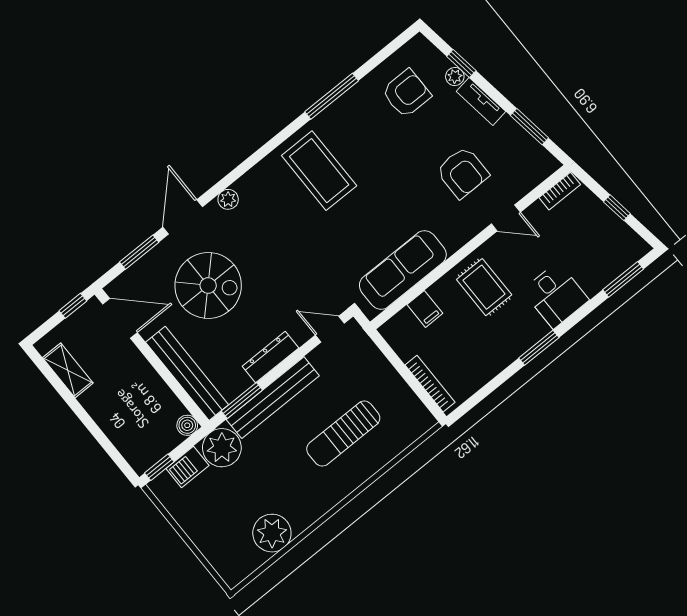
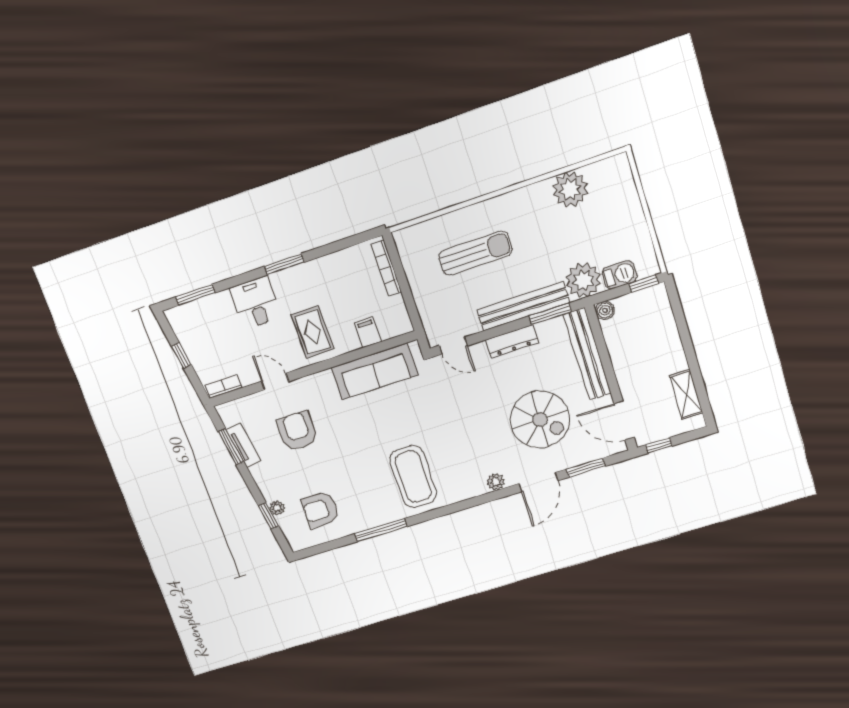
tv unit: (481, 101) -> (244, 445), moved
spiral stairs: (208, 285) -> (540, 420), turned 180

